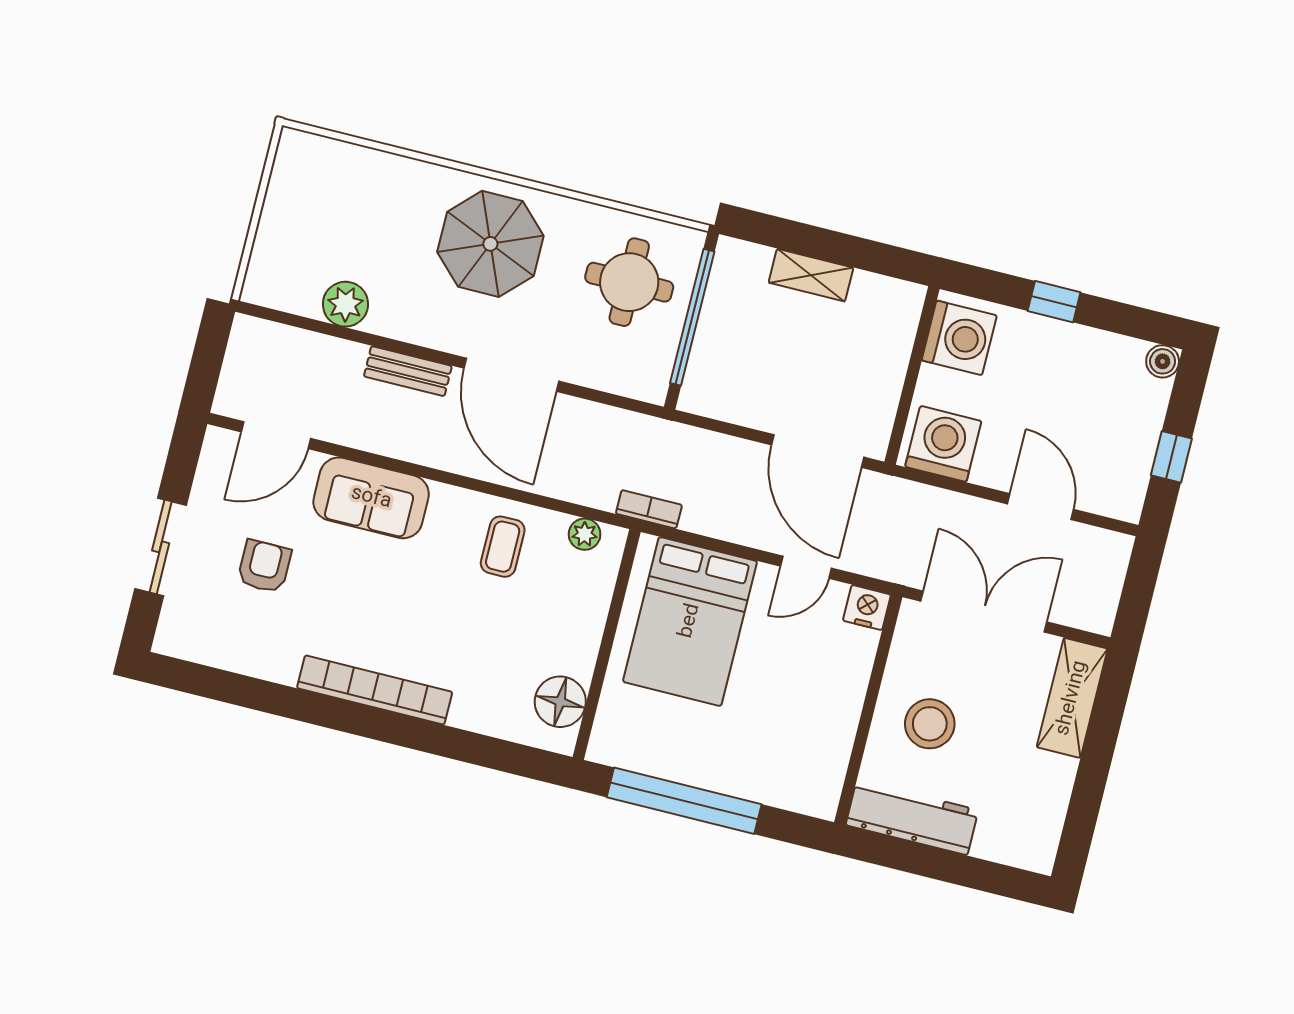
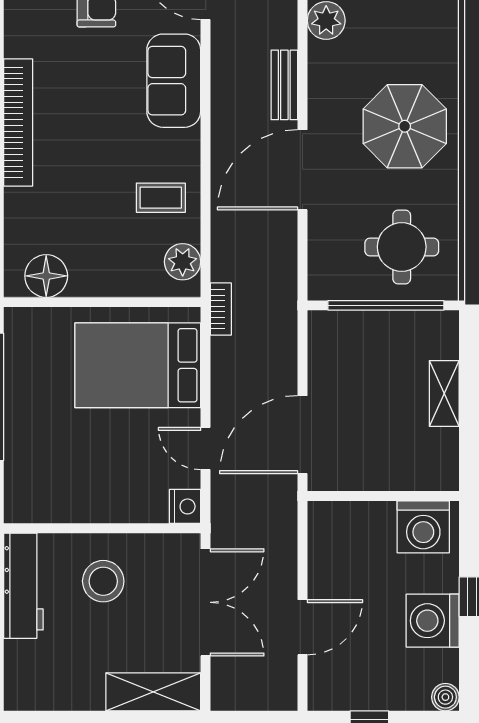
washing machine: (943, 444) -> (433, 621), moved, turned 180
plant: (585, 534) -> (183, 262), width x1.38, depth x1.38

